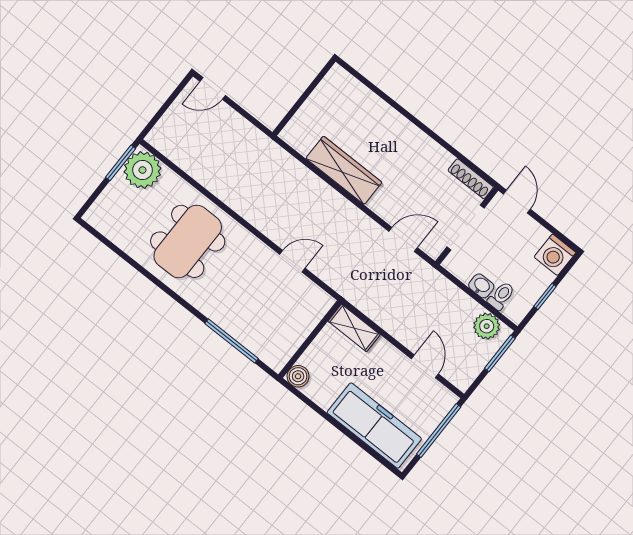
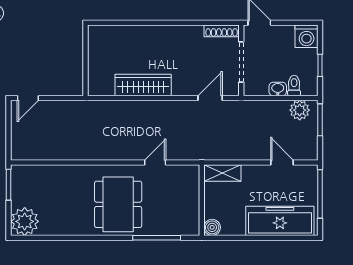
plant: (142, 170) -> (25, 221), moved
dining table: (188, 241) -> (118, 204), moved

